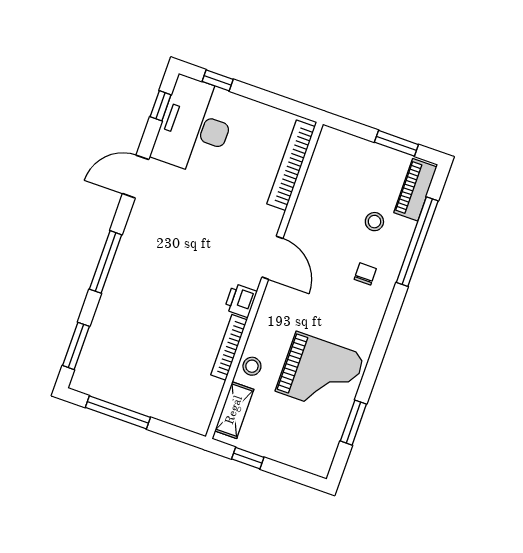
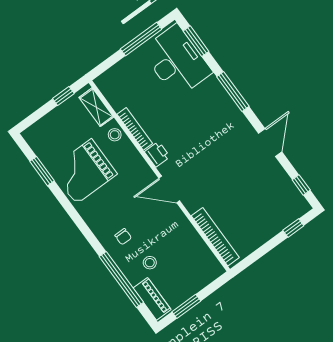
desk: (195, 126) -> (177, 61), moved

